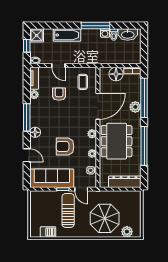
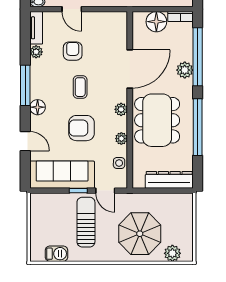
coffee table: (83, 82) -> (80, 87), moved

